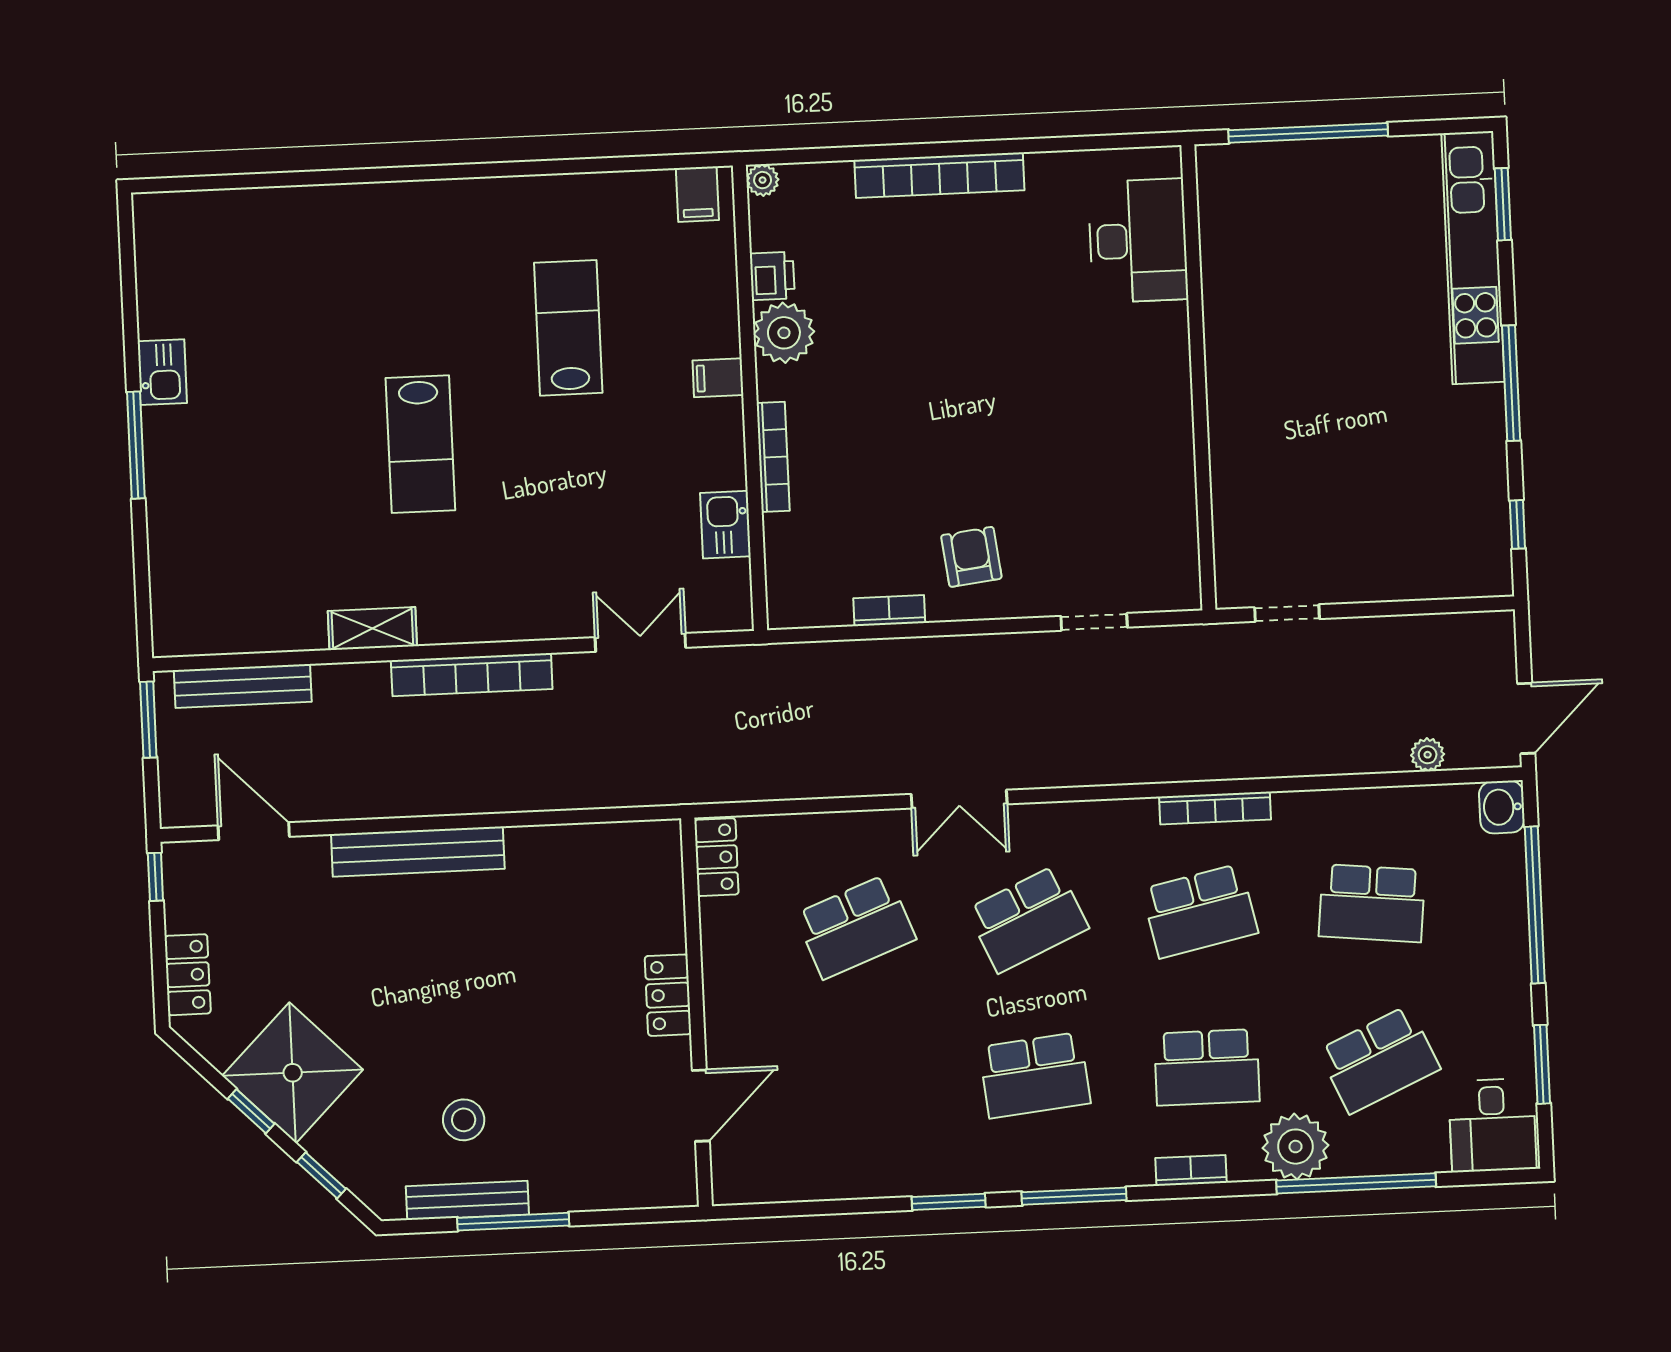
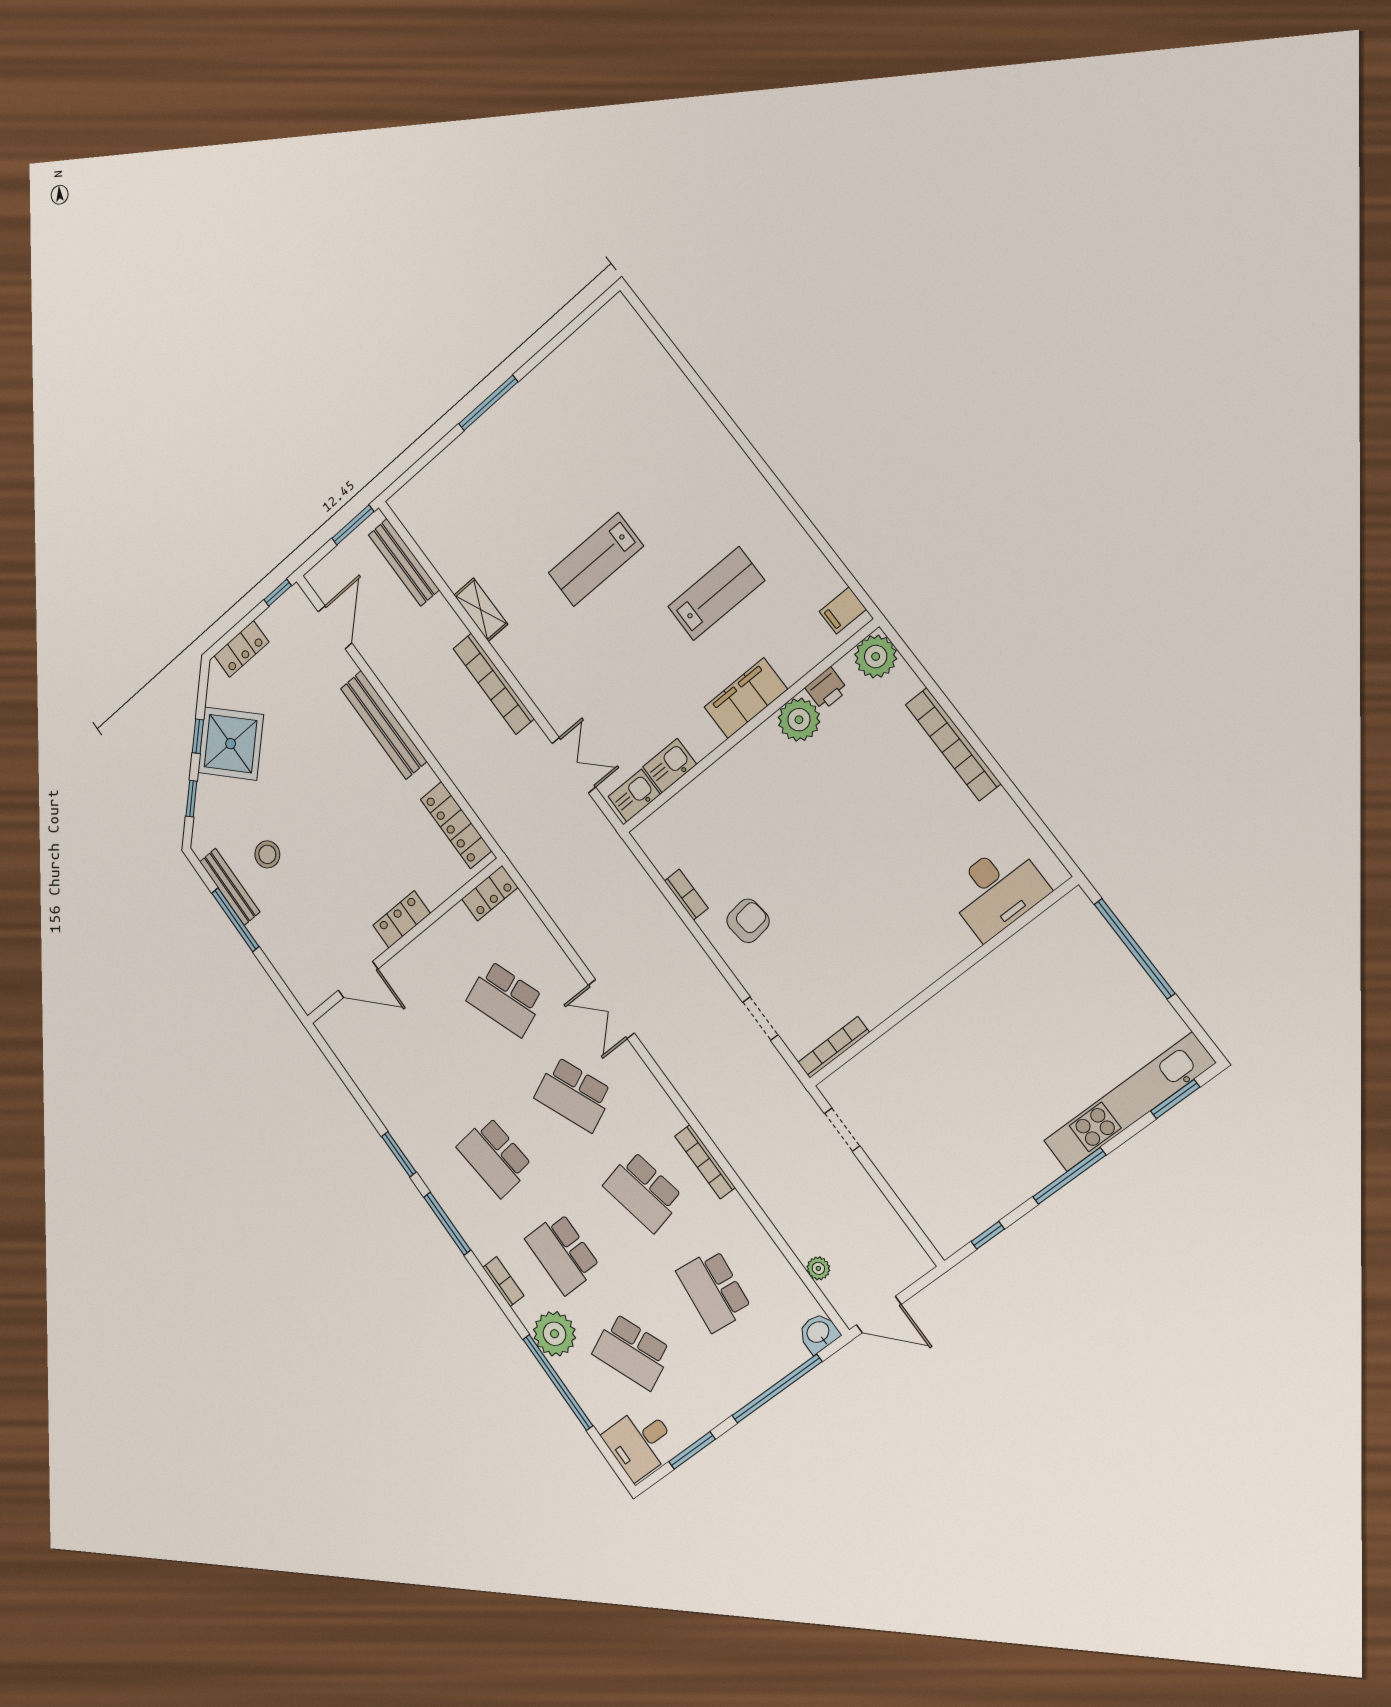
plant: (763, 180) -> (876, 656), width x1.87, depth x1.87
kitchen sink: (162, 372) -> (634, 795), moved, turned 180
filing cabinet: (718, 378) -> (746, 698), width x3.00, depth x1.17
bookcase: (773, 457) -> (834, 1047), moved, turned 180
locker: (605, 843) -> (456, 825), added

